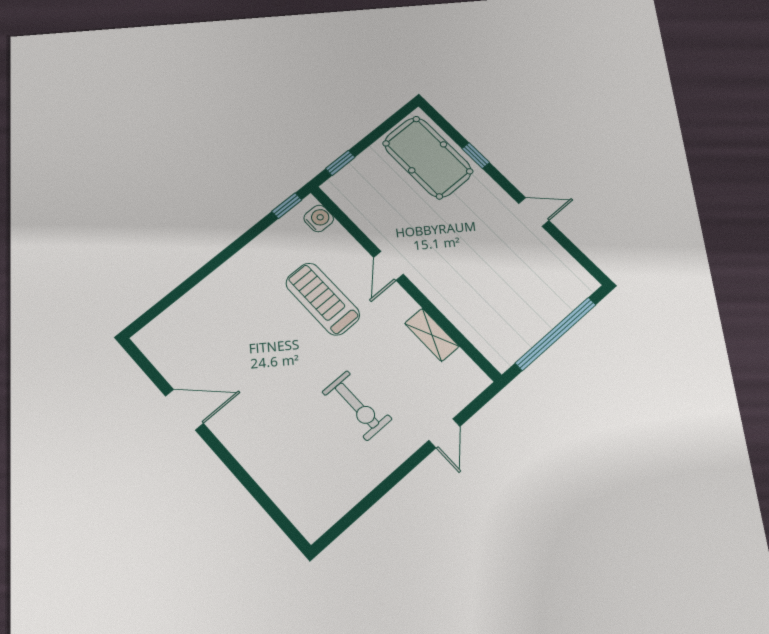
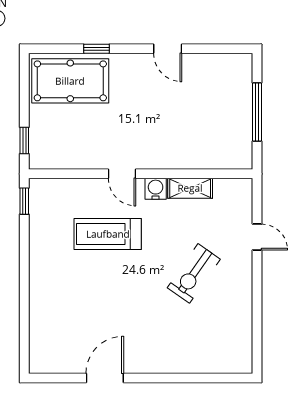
door: (534, 212) -> (168, 49), swing flipped
water cooler: (319, 218) -> (156, 189), moved
window: (556, 334) -> (257, 112), width x0.68
exercise bike: (357, 405) -> (194, 273), turned 125

